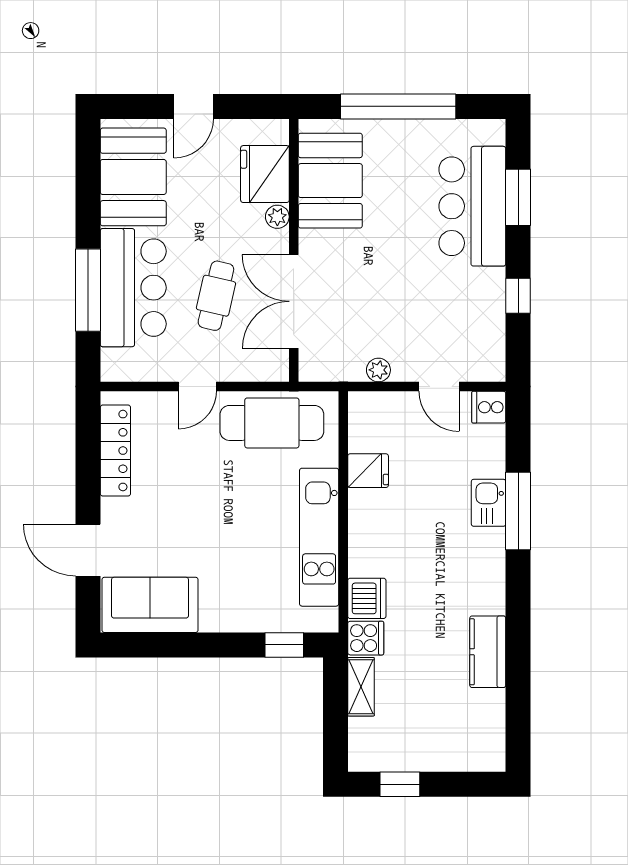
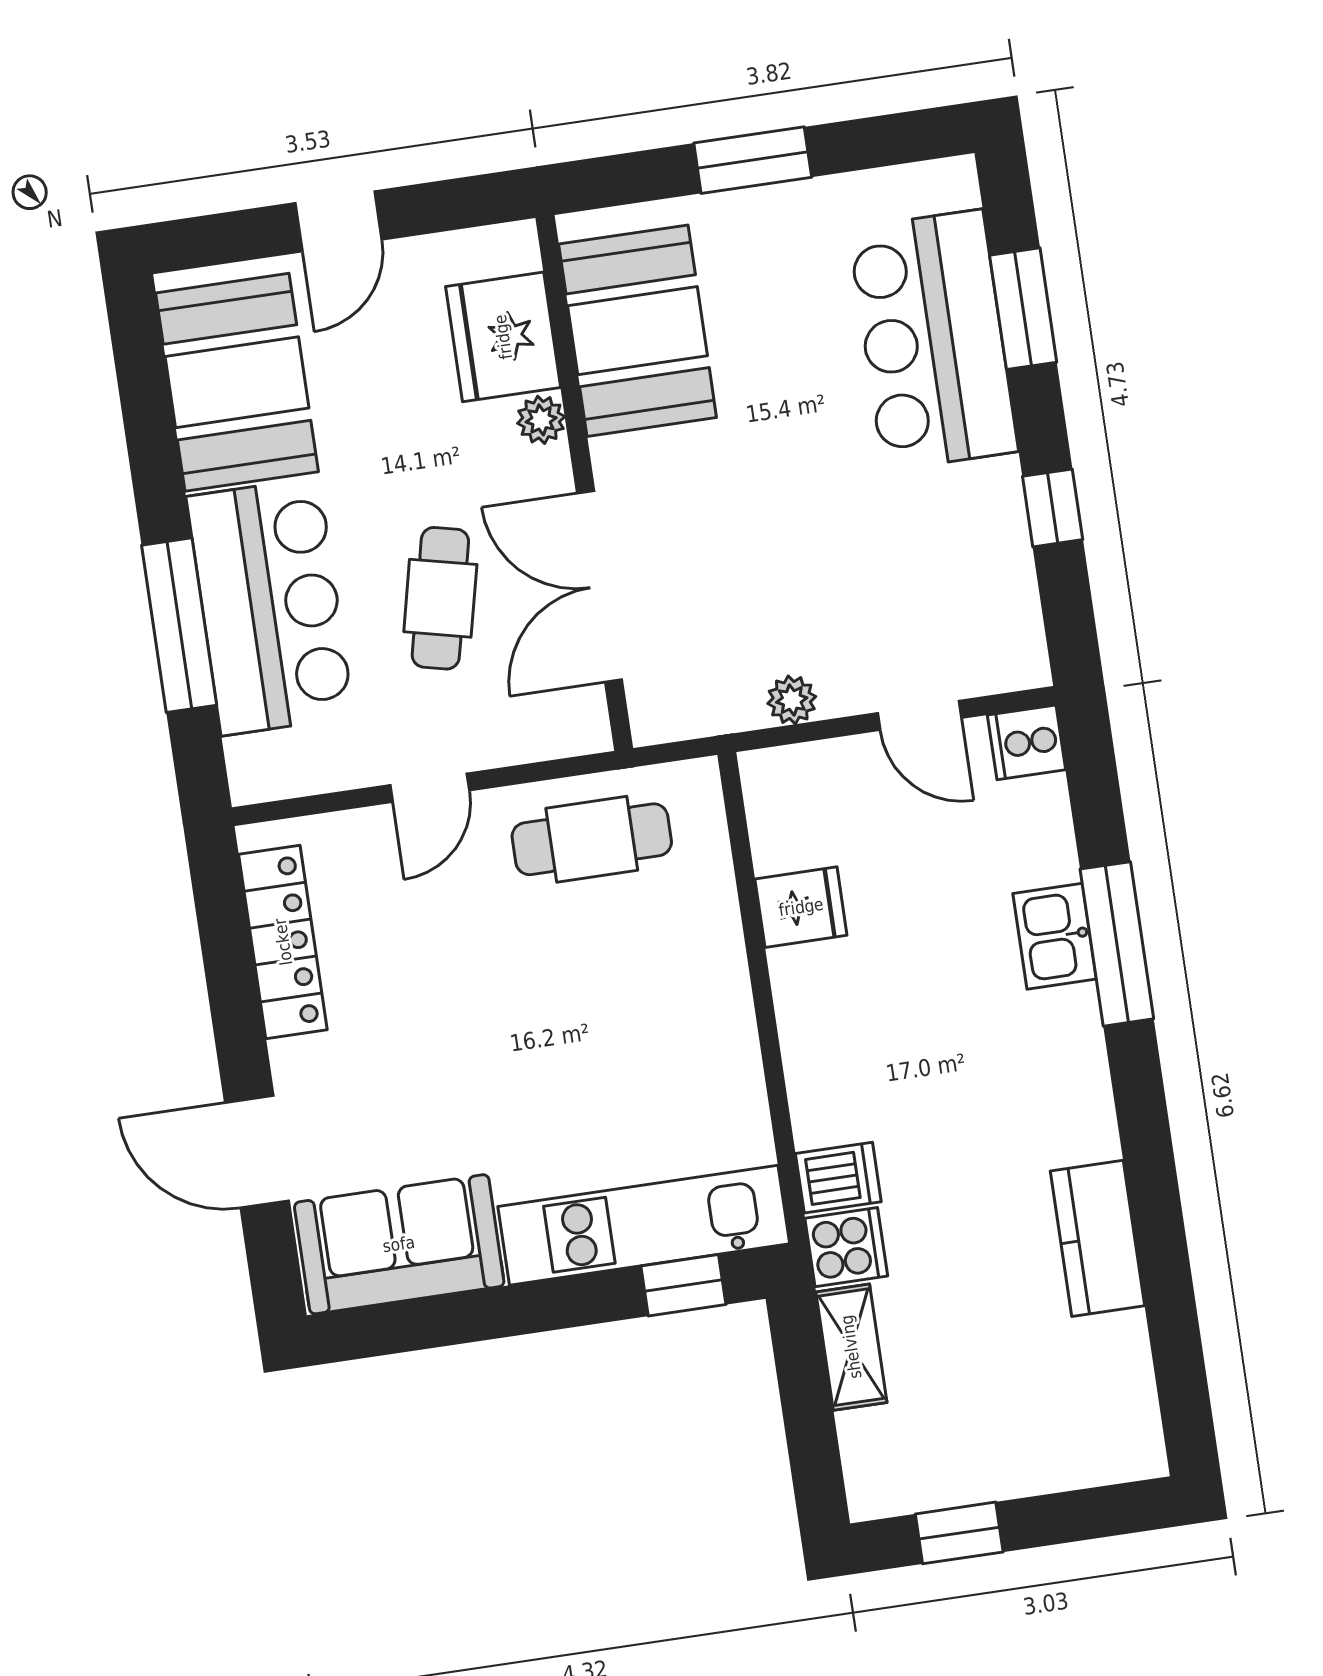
window: (398, 106) -> (753, 160), width x0.47
cafe table: (272, 423) -> (592, 839), width x0.73, depth x0.74
kitchen unit: (319, 537) -> (644, 1225), moved, turned 90
dishwasher: (367, 598) -> (838, 1178), width x0.73

